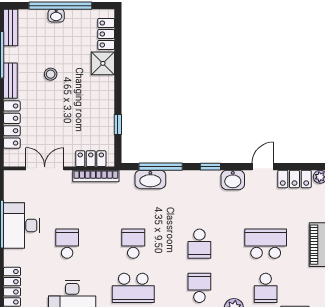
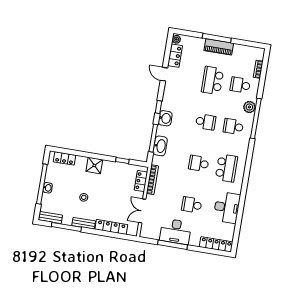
shower: (103, 63) -> (94, 165), moved
washbasin: (233, 180) -> (165, 118), moved
school desk: (266, 288) -> (240, 85), turned 180

